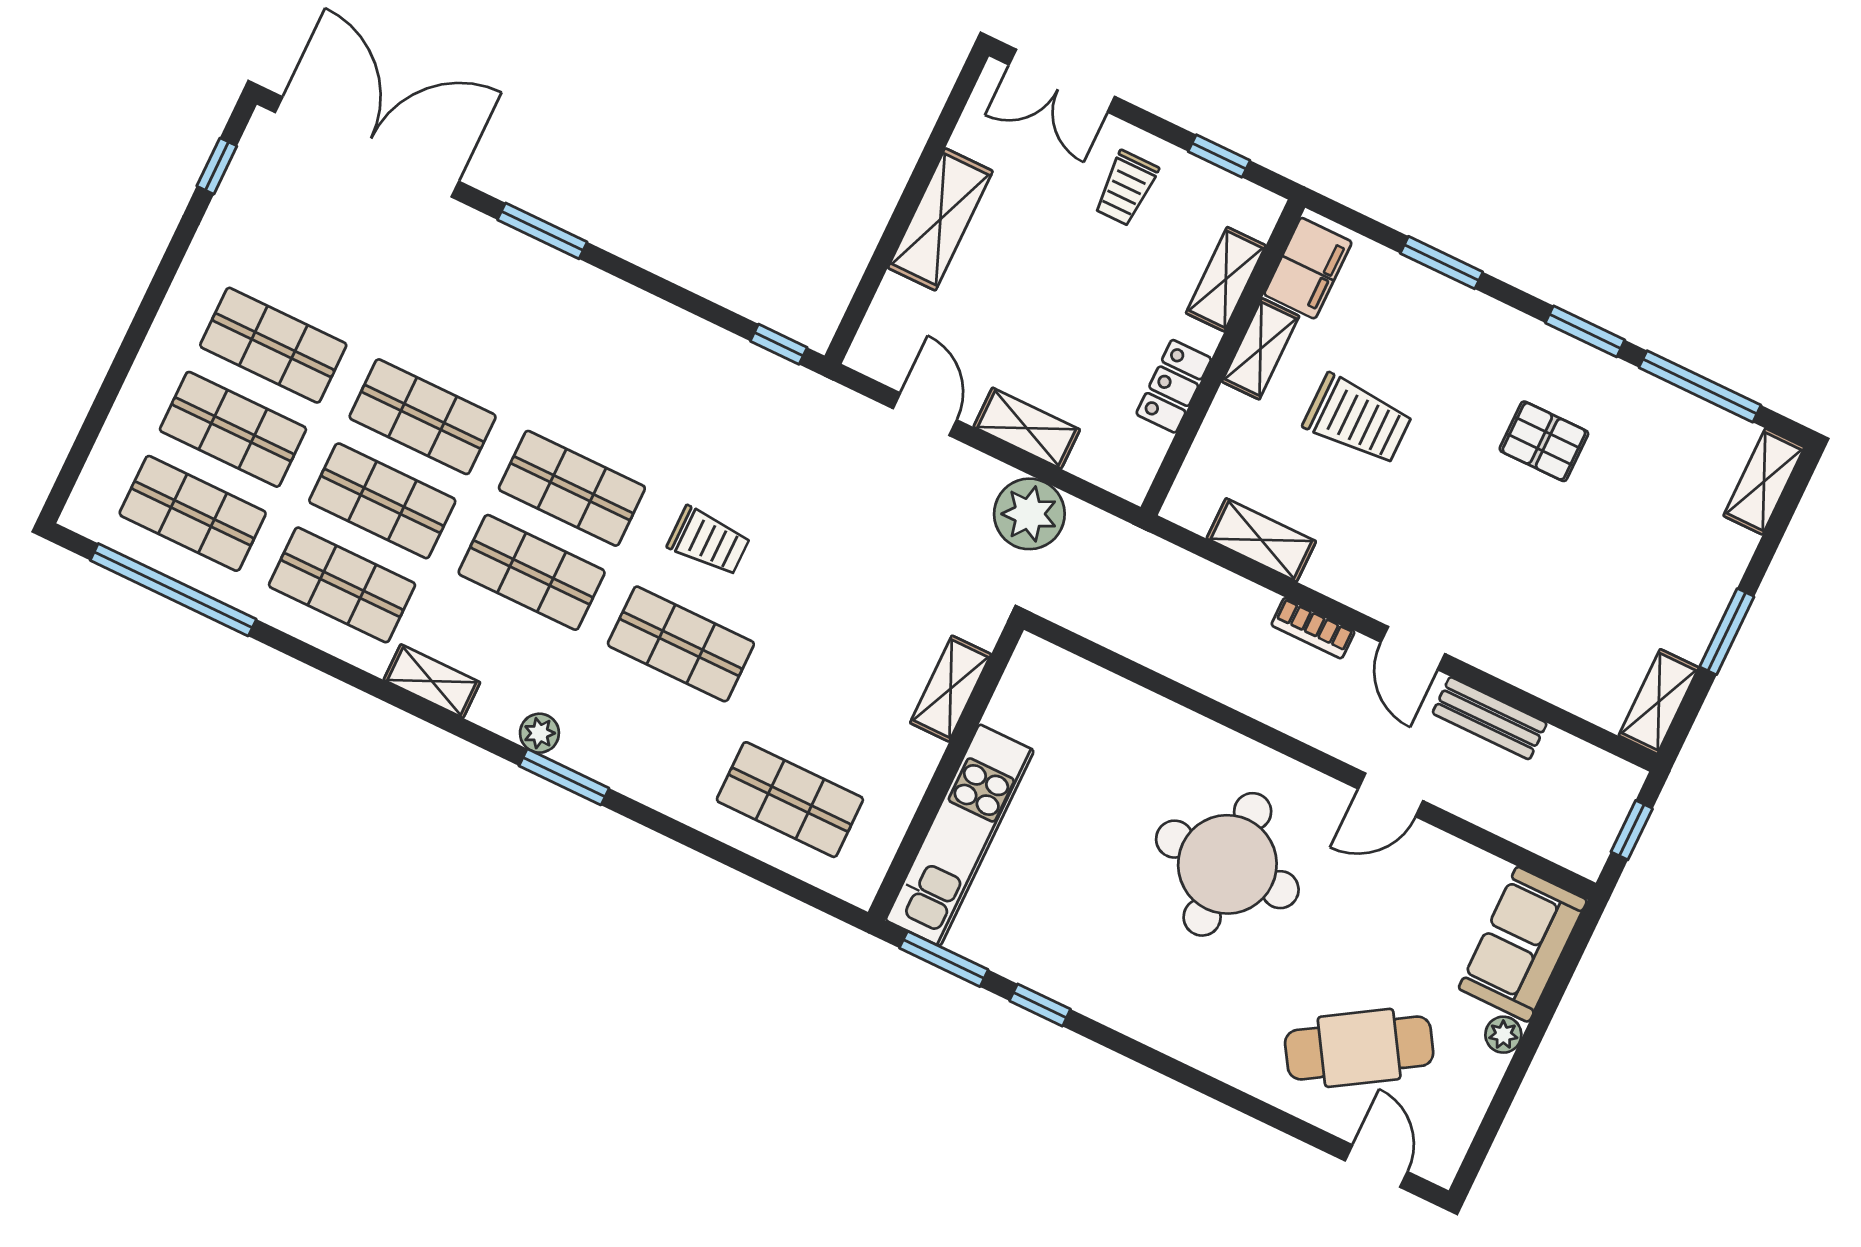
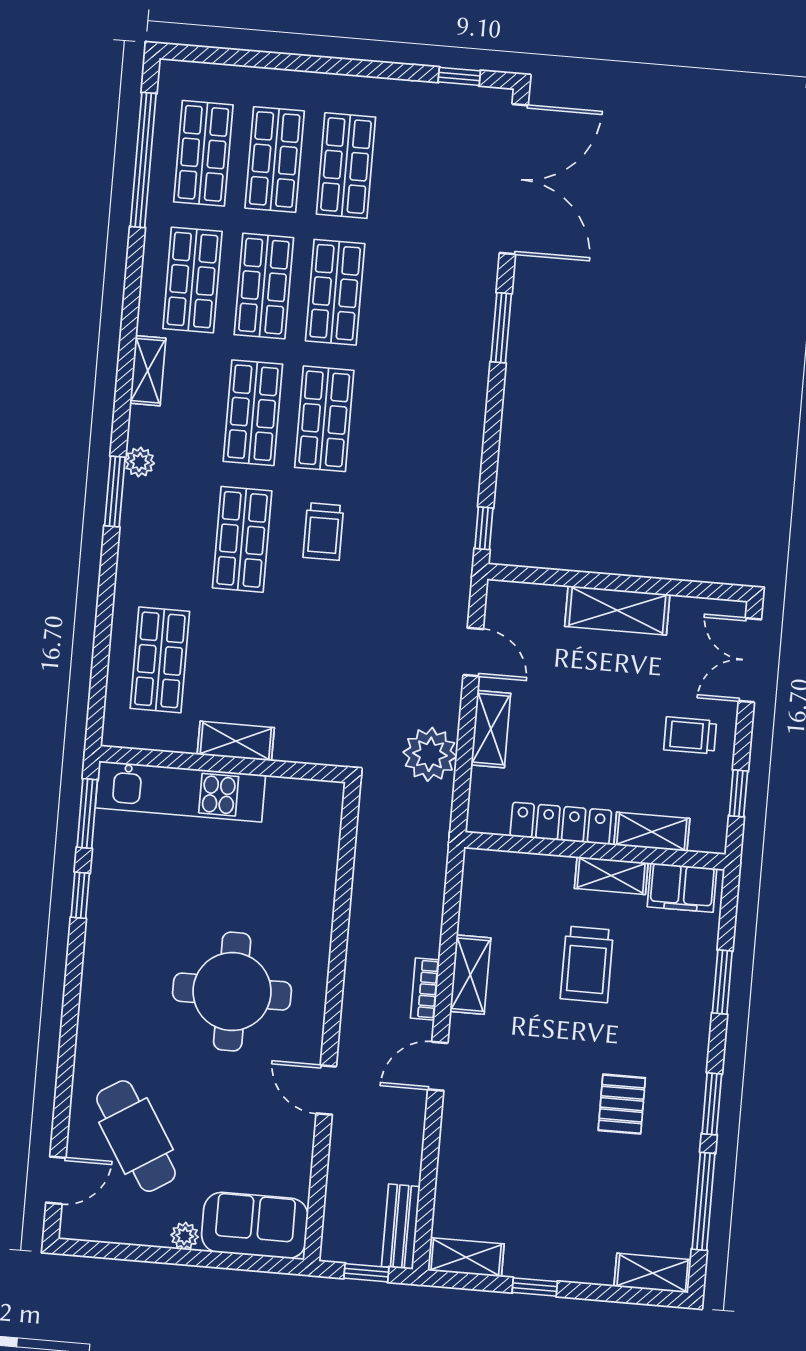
locker: (1174, 386) -> (561, 823), width x1.53
door: (925, 414) -> (473, 652), hinge flipped
shelving: (1261, 540) -> (470, 975), moved
window: (1727, 632) -> (535, 1287), width x0.67
shelving: (951, 689) -> (236, 741), moved
bench: (1490, 718) -> (401, 1227), moved

